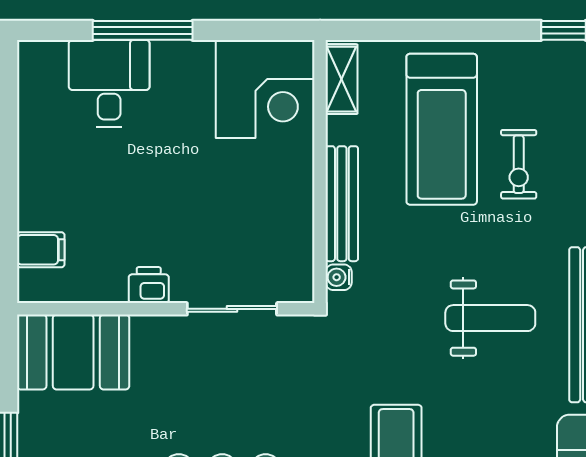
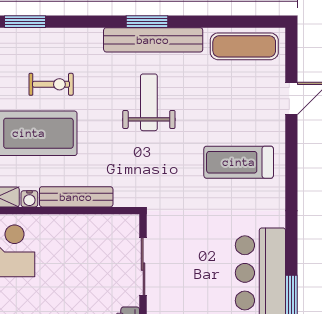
water cooler: (339, 277) -> (29, 199), moved

